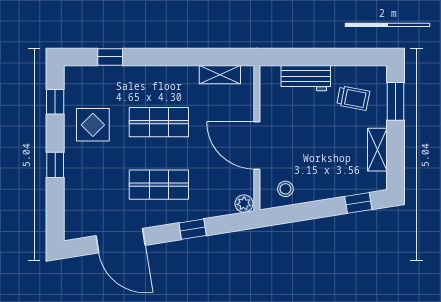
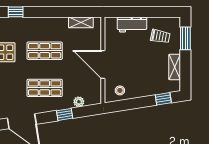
plant: (244, 204) -> (79, 102), moved

